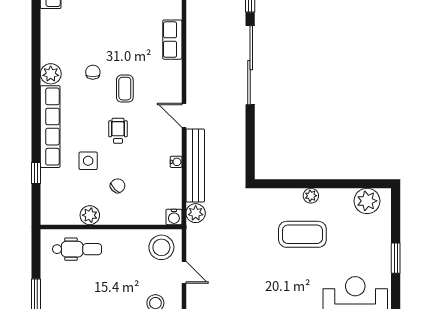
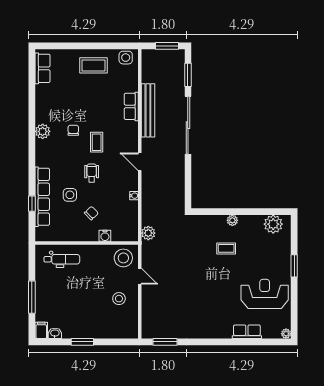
row of seats: (50, 127) -> (42, 197), moved
bench: (195, 165) -> (148, 110), moved
plant: (90, 215) -> (71, 234), removed
water cooler: (174, 217) -> (105, 236), moved
coffee table: (302, 234) -> (226, 248), width x0.54, depth x0.58

